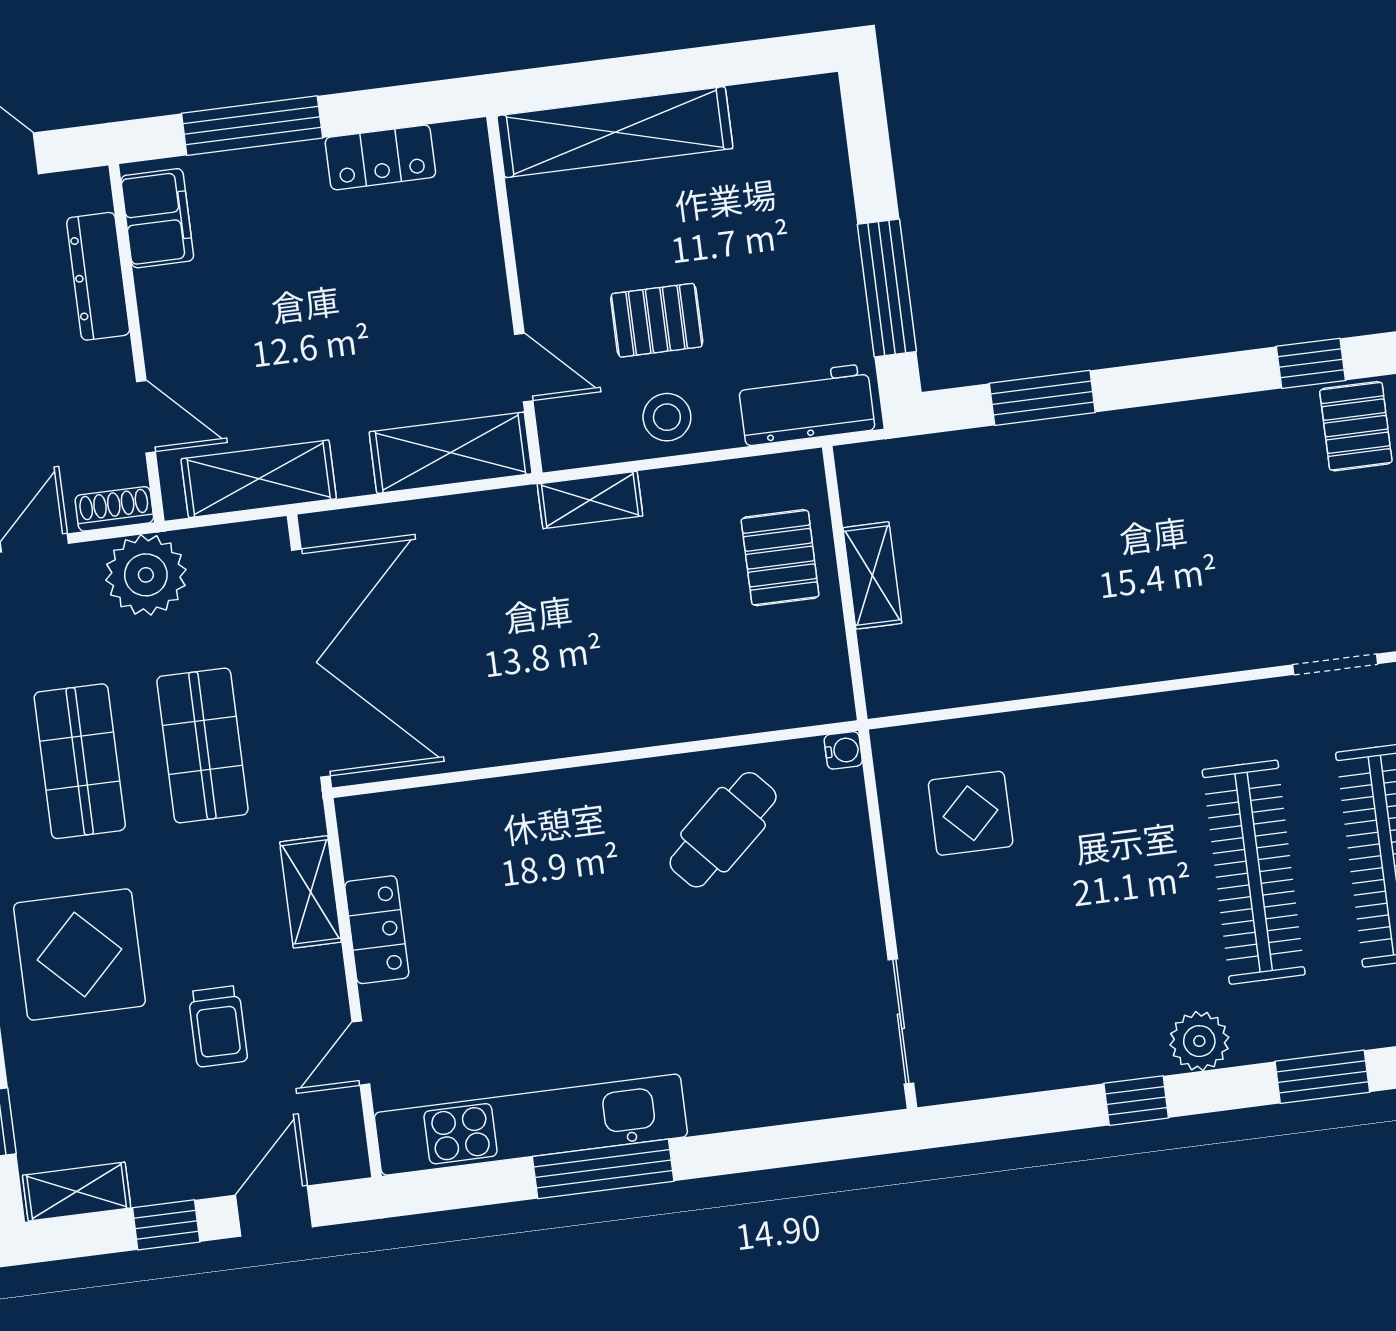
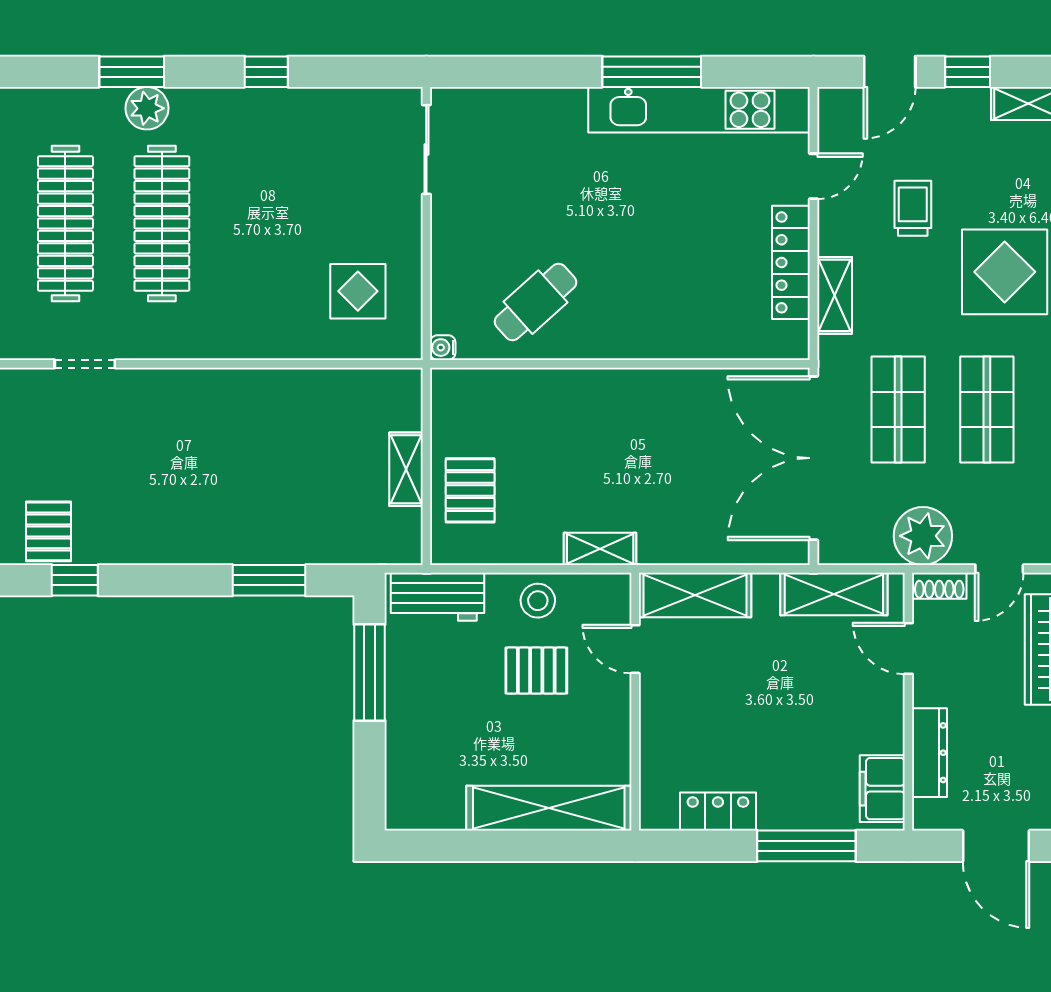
locker: (377, 930) -> (791, 262), width x1.53
plant: (1199, 1041) -> (147, 108), moved

